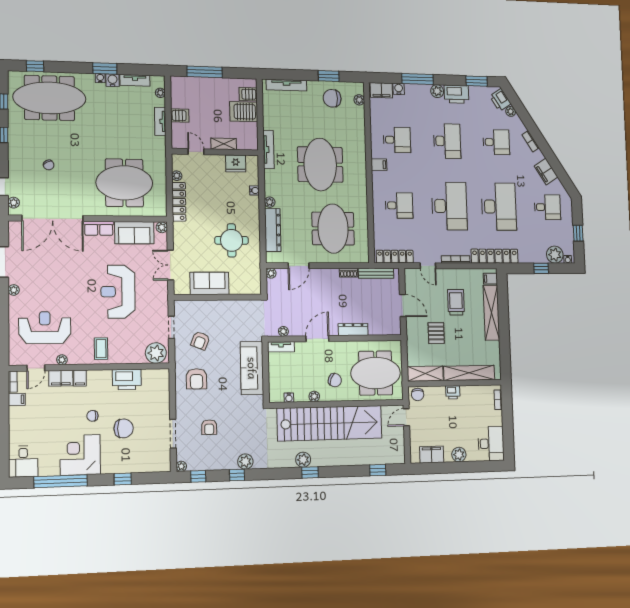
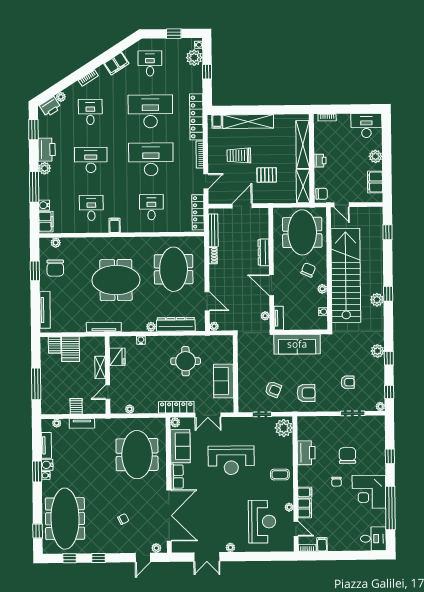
locker: (179, 202) -> (176, 407), moved
meeting table: (333, 229) -> (174, 269), turned 90
reception desk: (45, 328) -> (262, 522), turned 180

